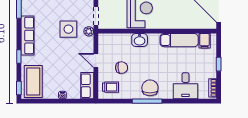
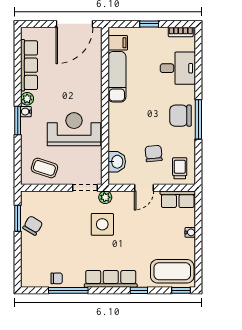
washbasin: (140, 40) -> (117, 162), moved

